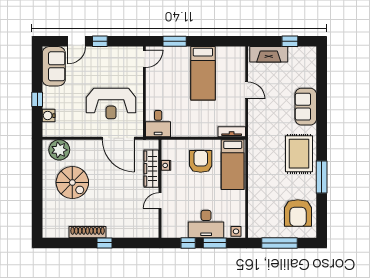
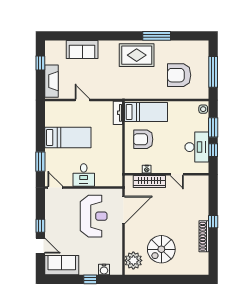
door: (247, 90) -> (82, 100), hinge flipped
sofa: (306, 107) -> (82, 49), moved
desk: (158, 124) -> (84, 175), moved, turned 90
spiral stairs: (72, 182) -> (161, 249), turned 180
armchair: (298, 213) -> (179, 75), moved, turned 180
desk: (206, 224) -> (197, 147), moved

